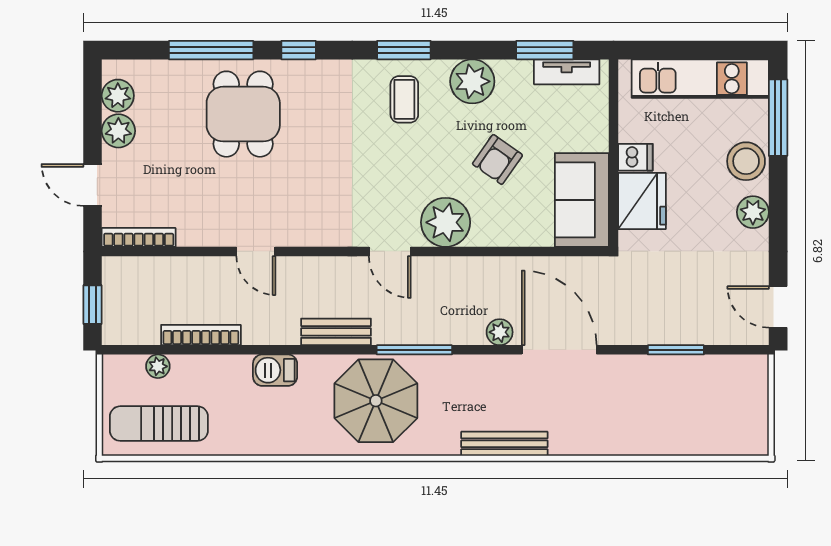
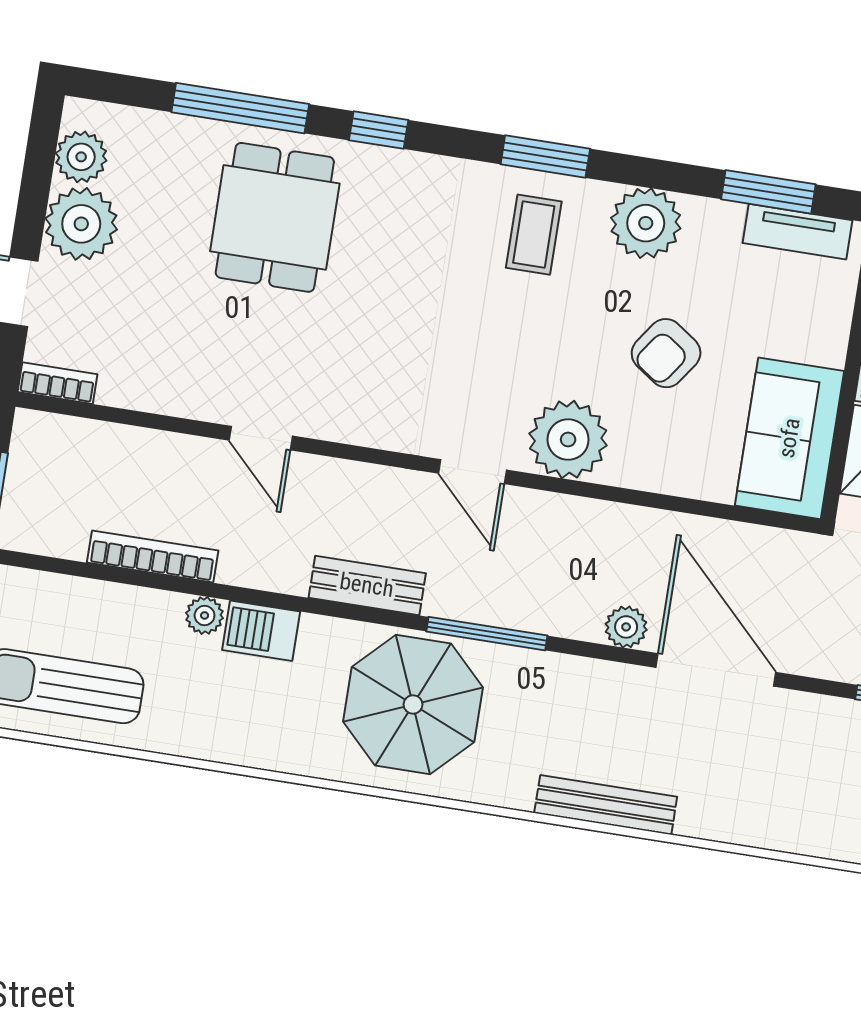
plant: (118, 131) -> (81, 224), width x1.36, depth x1.36
bookcase: (139, 237) -> (58, 383), width x0.64
plant: (158, 366) -> (205, 615), moved

